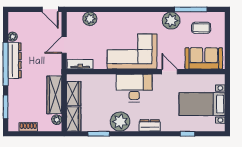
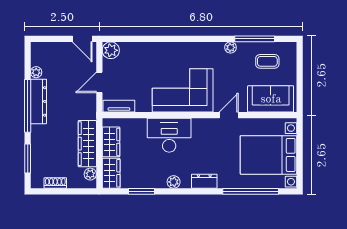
plant: (90, 19) -> (111, 50), moved
plant: (171, 21) -> (231, 47), width x0.53, depth x0.53
door: (170, 72) -> (229, 115), hinge flipped
desk: (134, 88) -> (169, 135), moved
bed with nightstands: (202, 104) -> (268, 155), width x1.36
plant: (120, 122) -> (174, 182), width x0.53, depth x0.53
window: (187, 134) -> (251, 191), width x3.17

